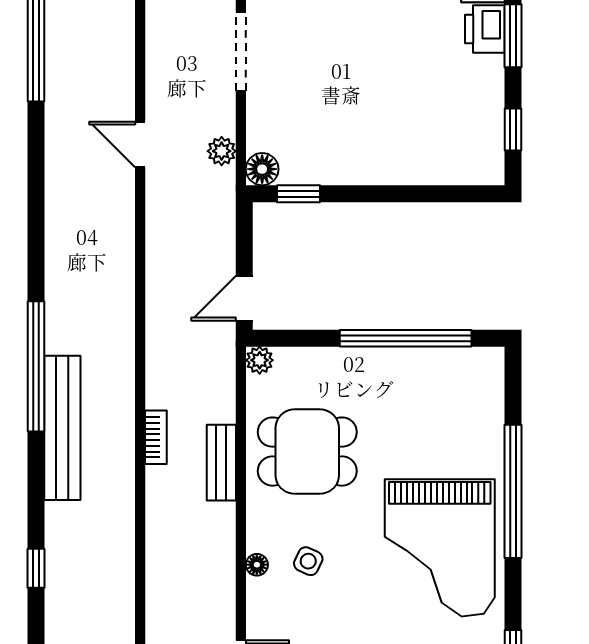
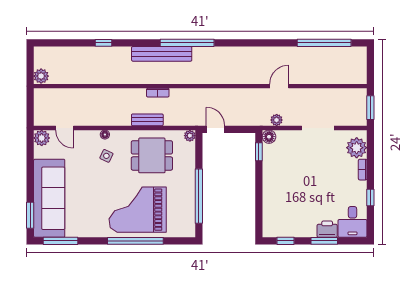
dining table: (307, 452) -> (152, 155), turned 90
grand piano: (440, 548) -> (138, 210), moved

